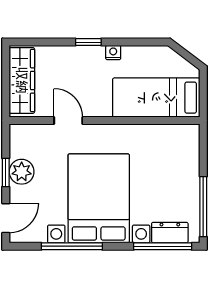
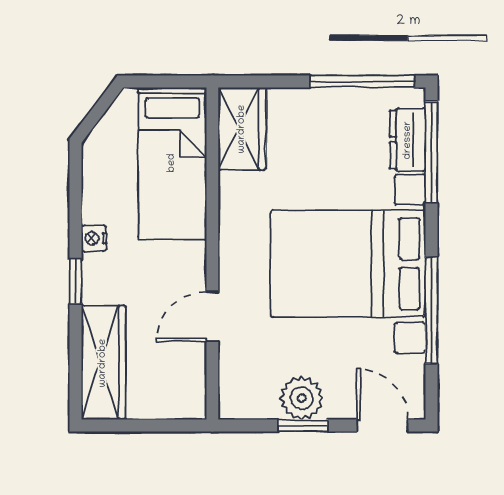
wardrobe: (22, 80) -> (103, 363), moved, turned 90
wardrobe: (176, 138) -> (242, 129), added

